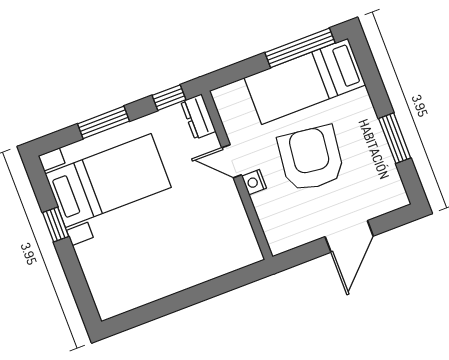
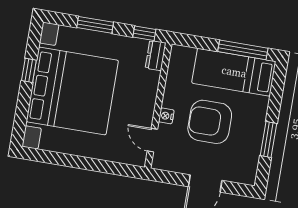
armchair: (311, 159) -> (210, 122), turned -97
door: (232, 161) -> (152, 140), moved
bed with nightstands: (108, 181) -> (72, 91), width x1.85

